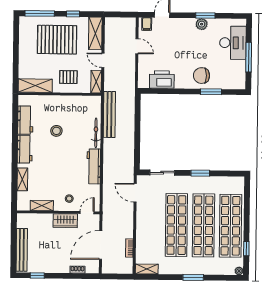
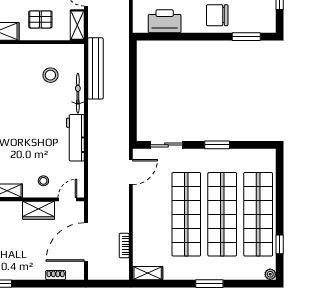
window: (211, 92) -> (246, 37), moved
stool: (56, 131) -> (50, 75), moved
door: (135, 193) -> (131, 172), swing flipped

